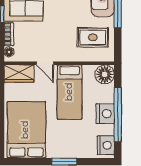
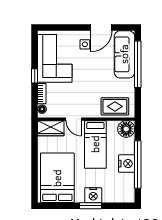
rug: (93, 37) -> (115, 106), moved
nightstand: (106, 145) -> (93, 195), moved, turned 90

